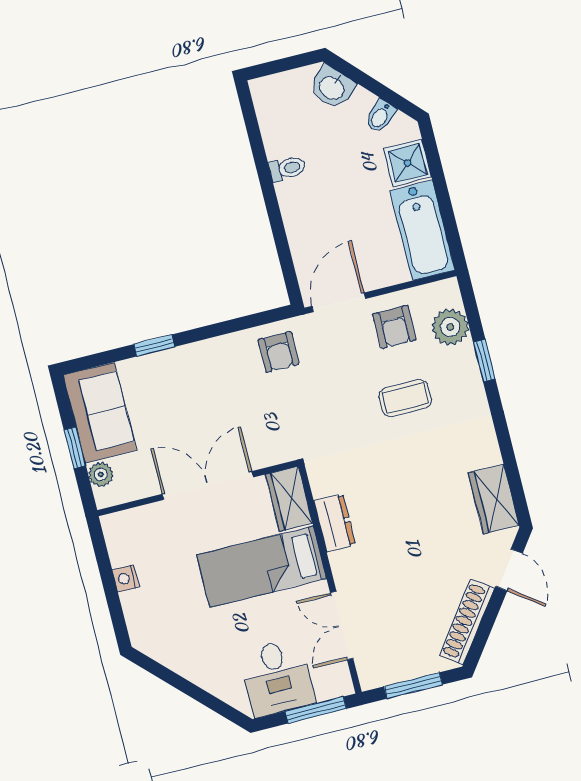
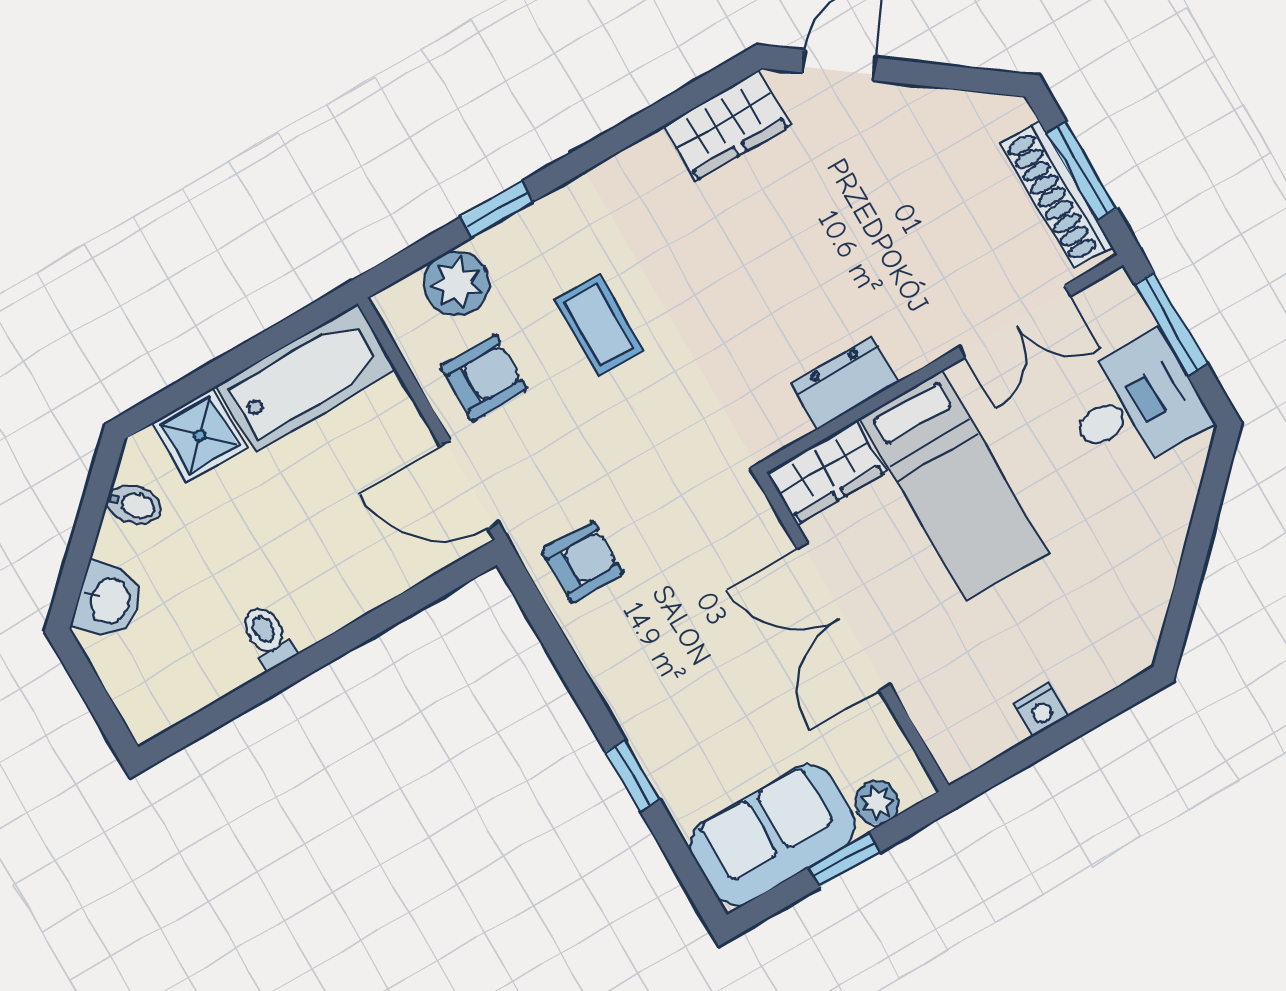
shoe rack: (467, 622) -> (1056, 195), moved, turned 54

